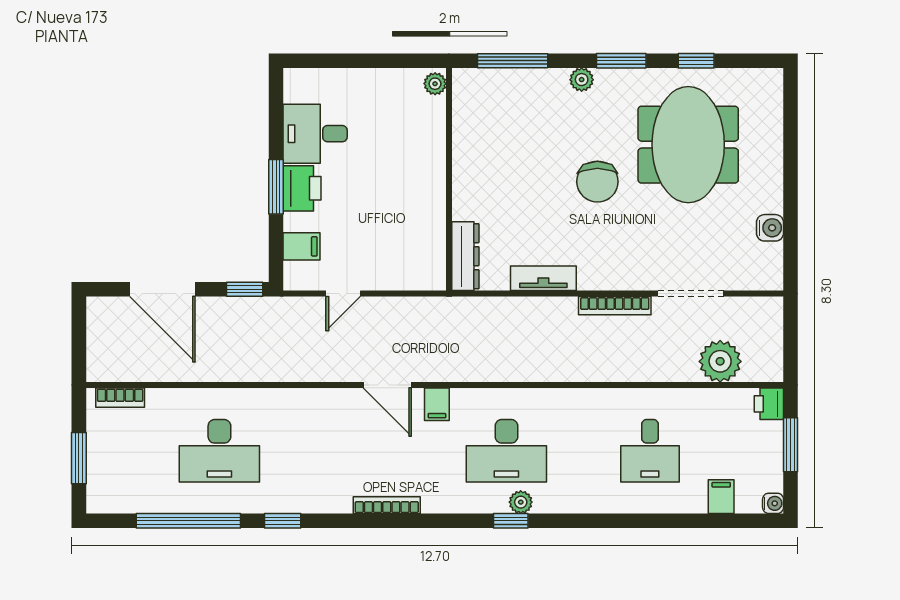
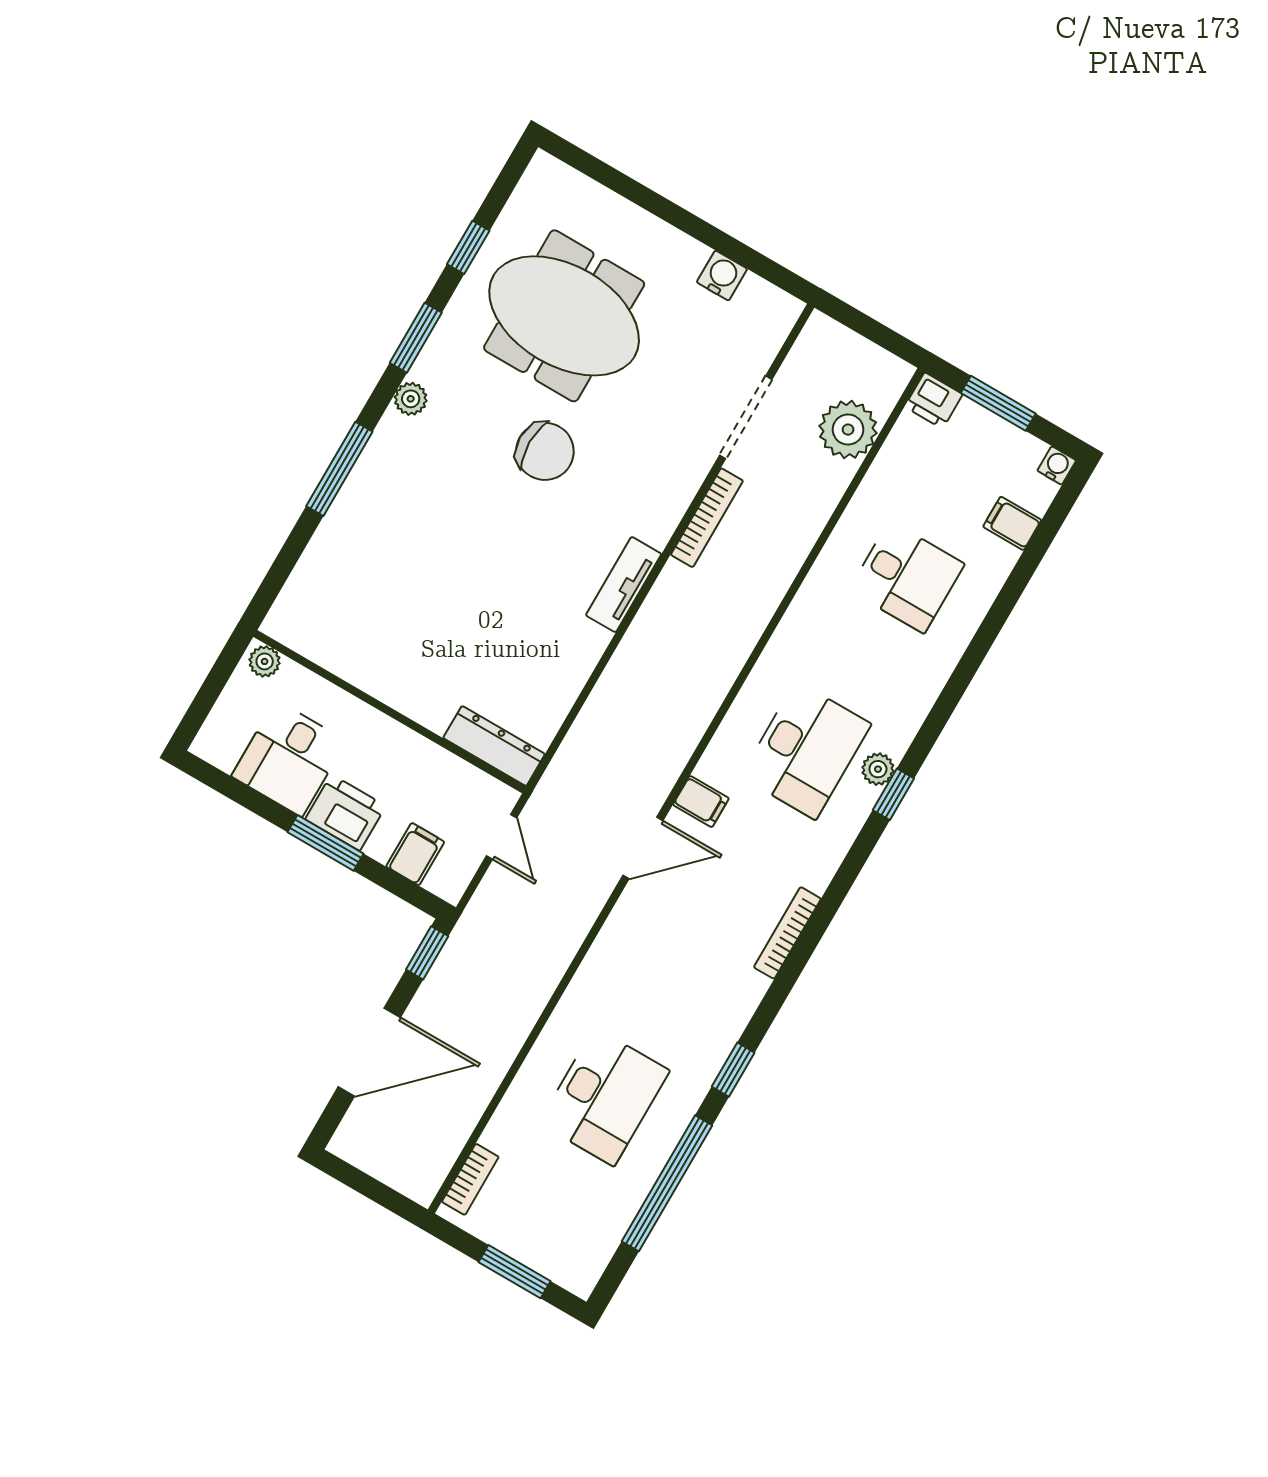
plant: (435, 84) -> (265, 661), moved
wall: (449, 179) -> (390, 712), moved
dresser: (465, 256) -> (494, 746), moved

